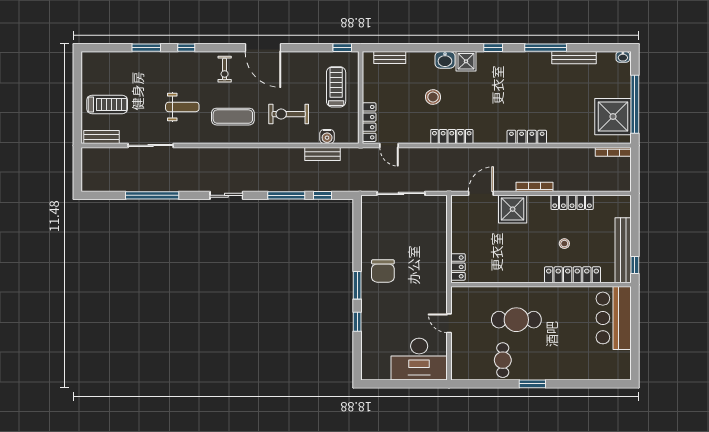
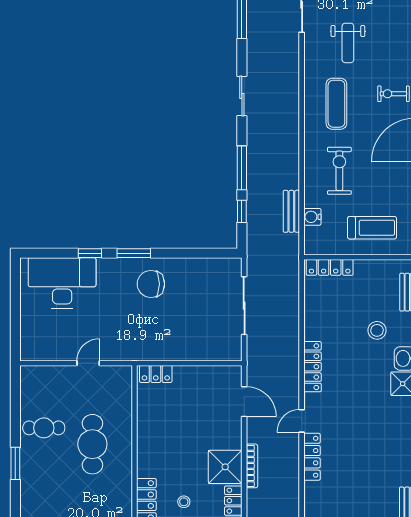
stool: (433, 97) -> (377, 330), moved
door: (389, 145) -> (302, 421), moved
shower: (513, 209) -> (225, 467), moved
desk: (419, 359) -> (62, 283), moved, turned 90

